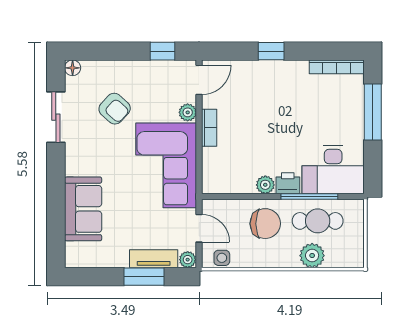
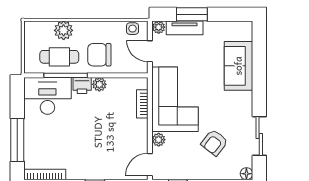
armchair: (115, 109) -> (214, 143), turned -94
bookcase: (209, 128) -> (142, 104), moved

